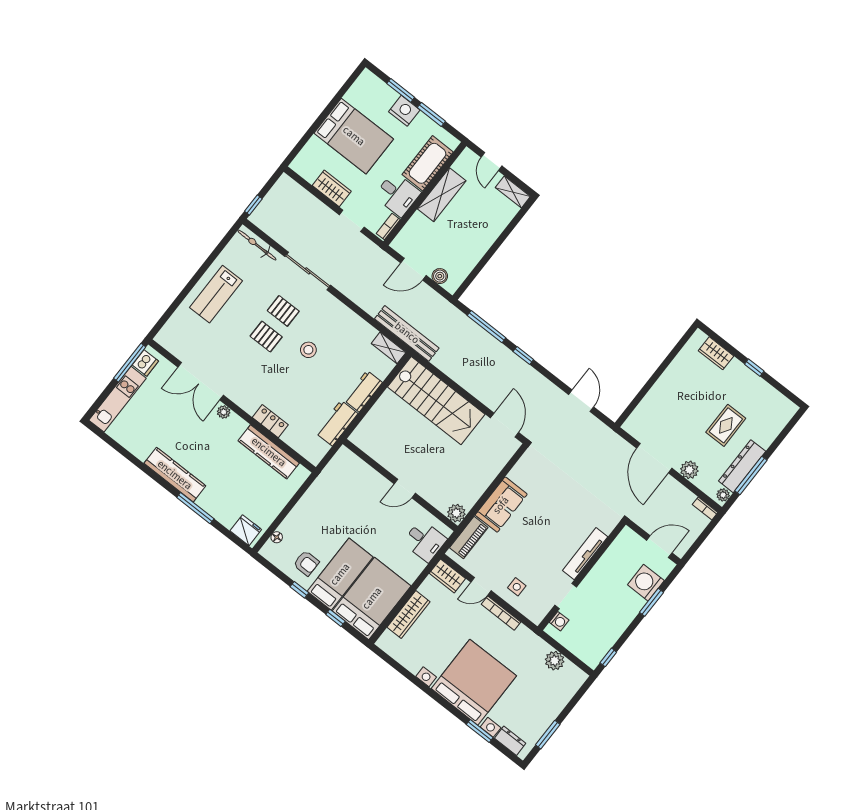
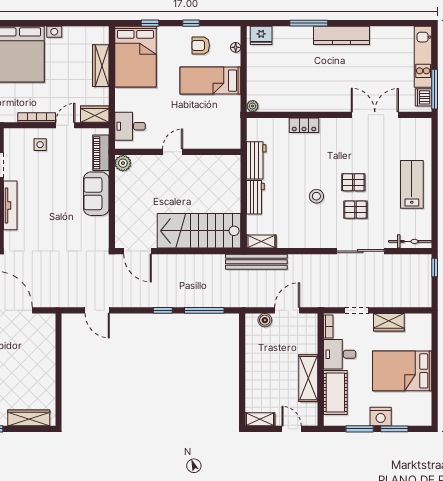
wardrobe: (716, 353) -> (29, 418), width x1.50
plant: (224, 412) -> (253, 106), moved
kitchen counter: (269, 452) -> (288, 103), removed
bed: (340, 574) -> (210, 81), moved, turned 90

